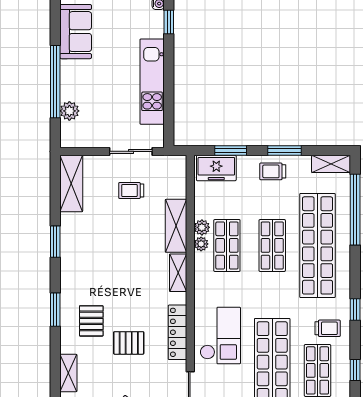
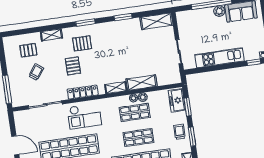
plant: (69, 111) -> (219, 11), moved
trolley: (131, 191) -> (157, 55), removed

